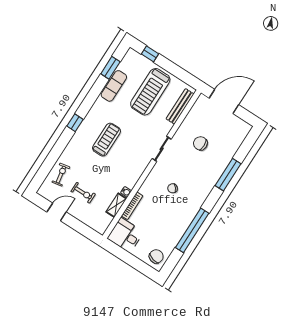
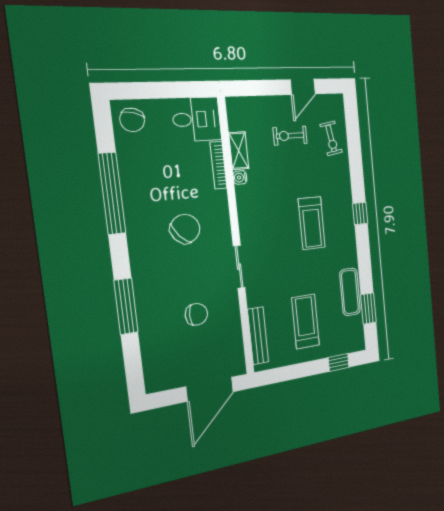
treadmill: (150, 92) -> (306, 321), width x0.73, depth x0.73
chair: (173, 188) -> (185, 229), width x1.87, depth x1.87

